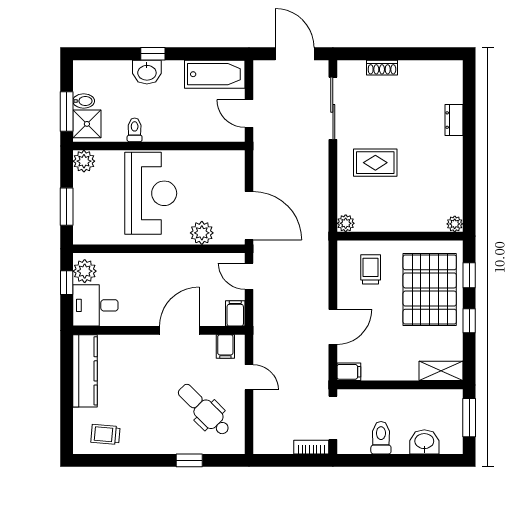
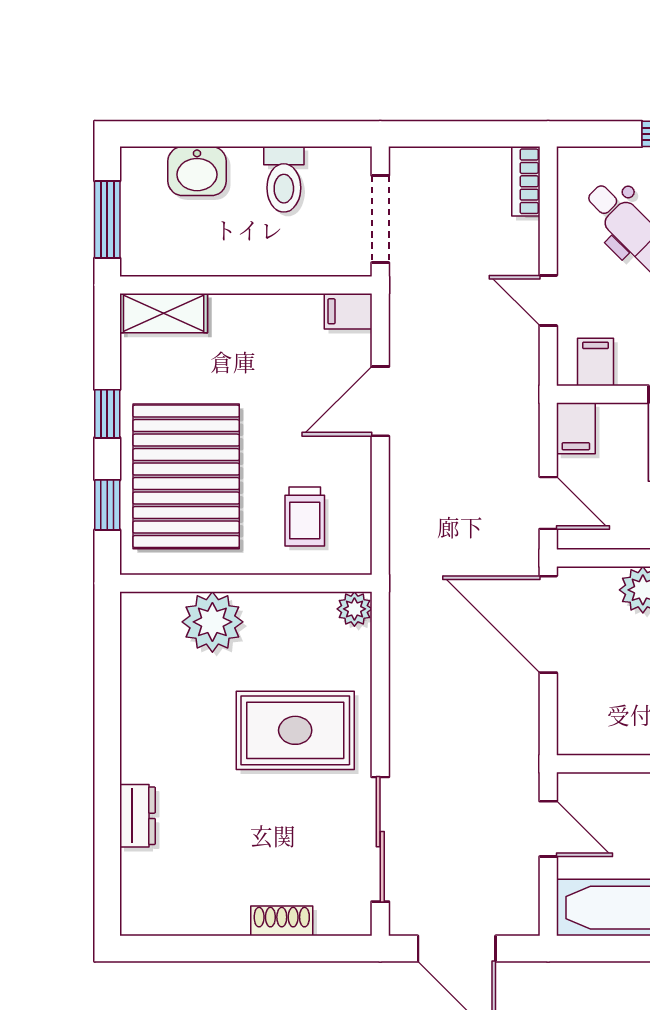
rug: (375, 163) -> (295, 730), width x1.36, depth x1.43
plant: (455, 224) -> (212, 622), moved, width x1.87, depth x1.87
bookcase: (311, 447) -> (526, 181), moved, turned 90

